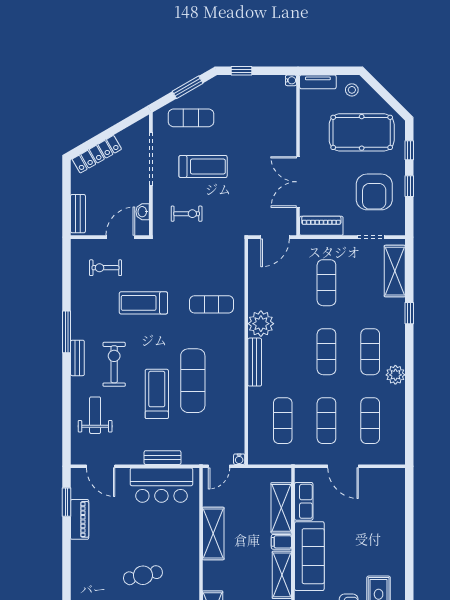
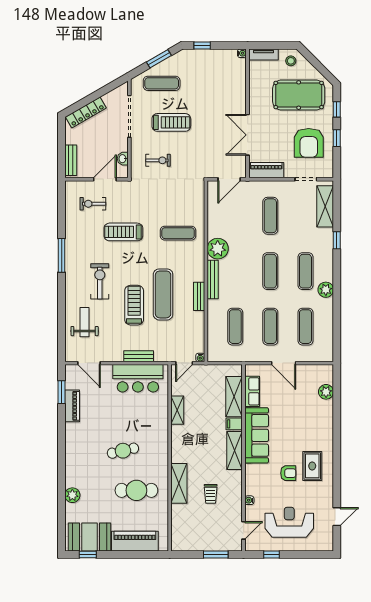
bench: (77, 358) -> (199, 296), moved
plant: (396, 502) -> (326, 392), added
shelving: (213, 533) -> (177, 410), width x0.67, depth x0.75

